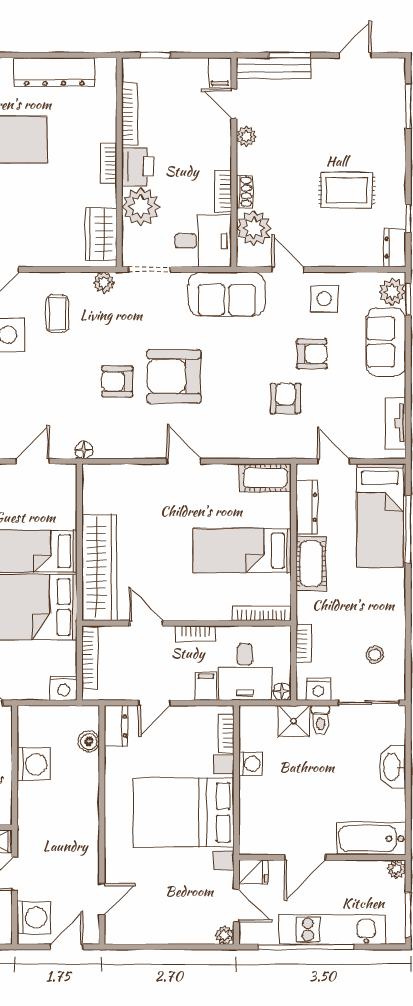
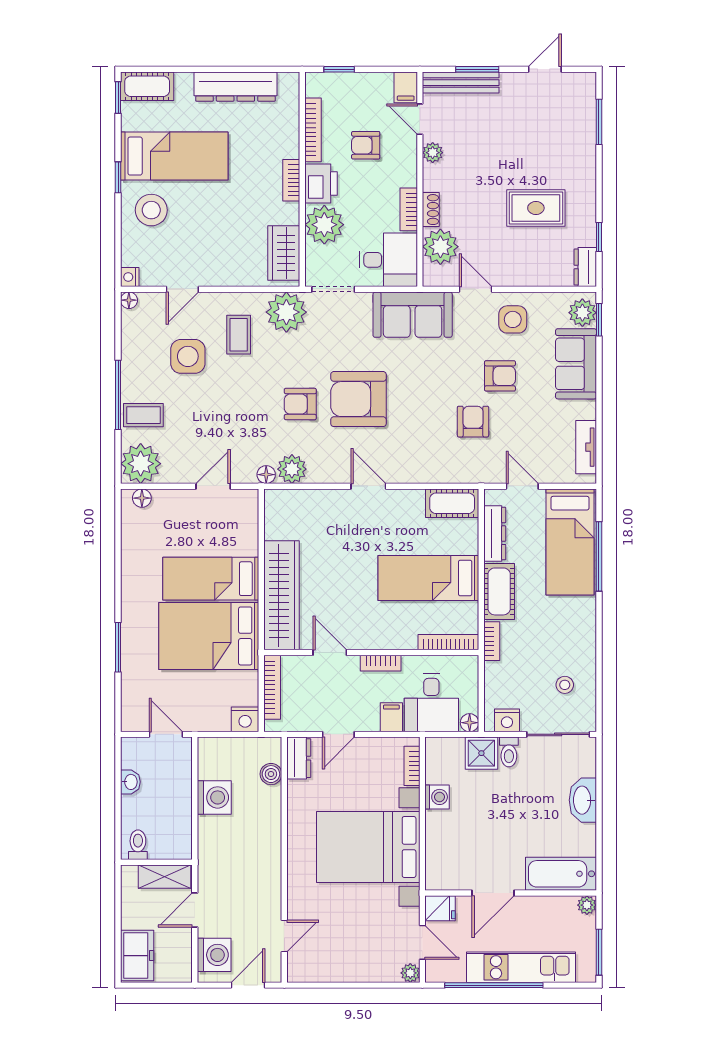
armchair: (181, 129) -> (366, 145), added
plant: (104, 282) -> (286, 312), width x1.88, depth x1.88
plant: (109, 445) -> (292, 469), added
bookcase: (304, 644) -> (492, 641), moved

